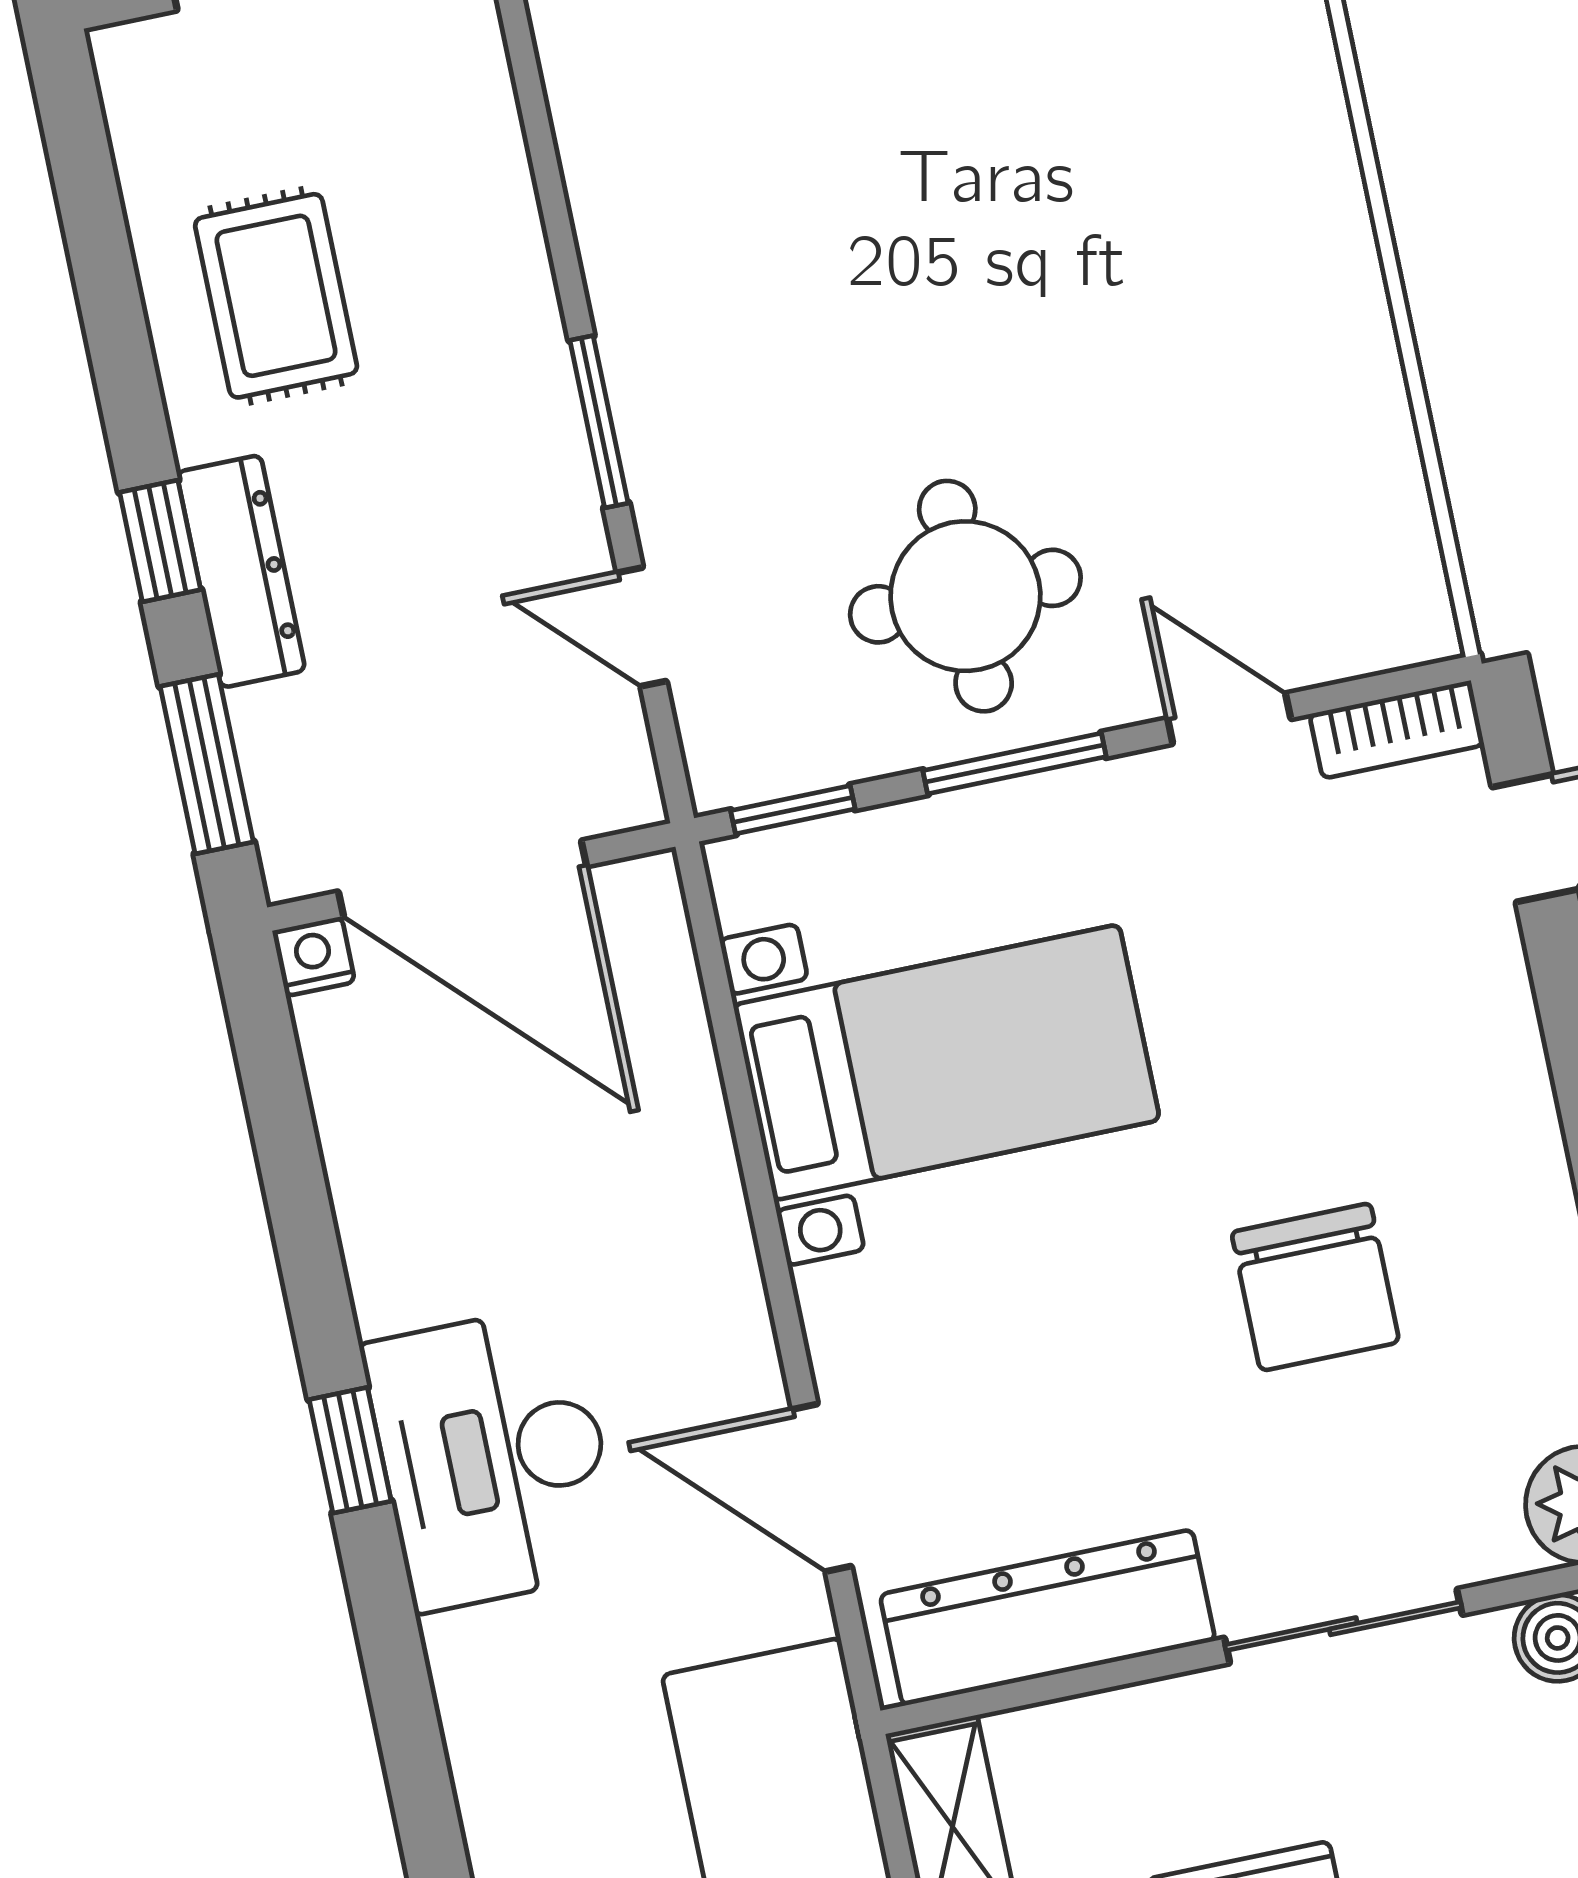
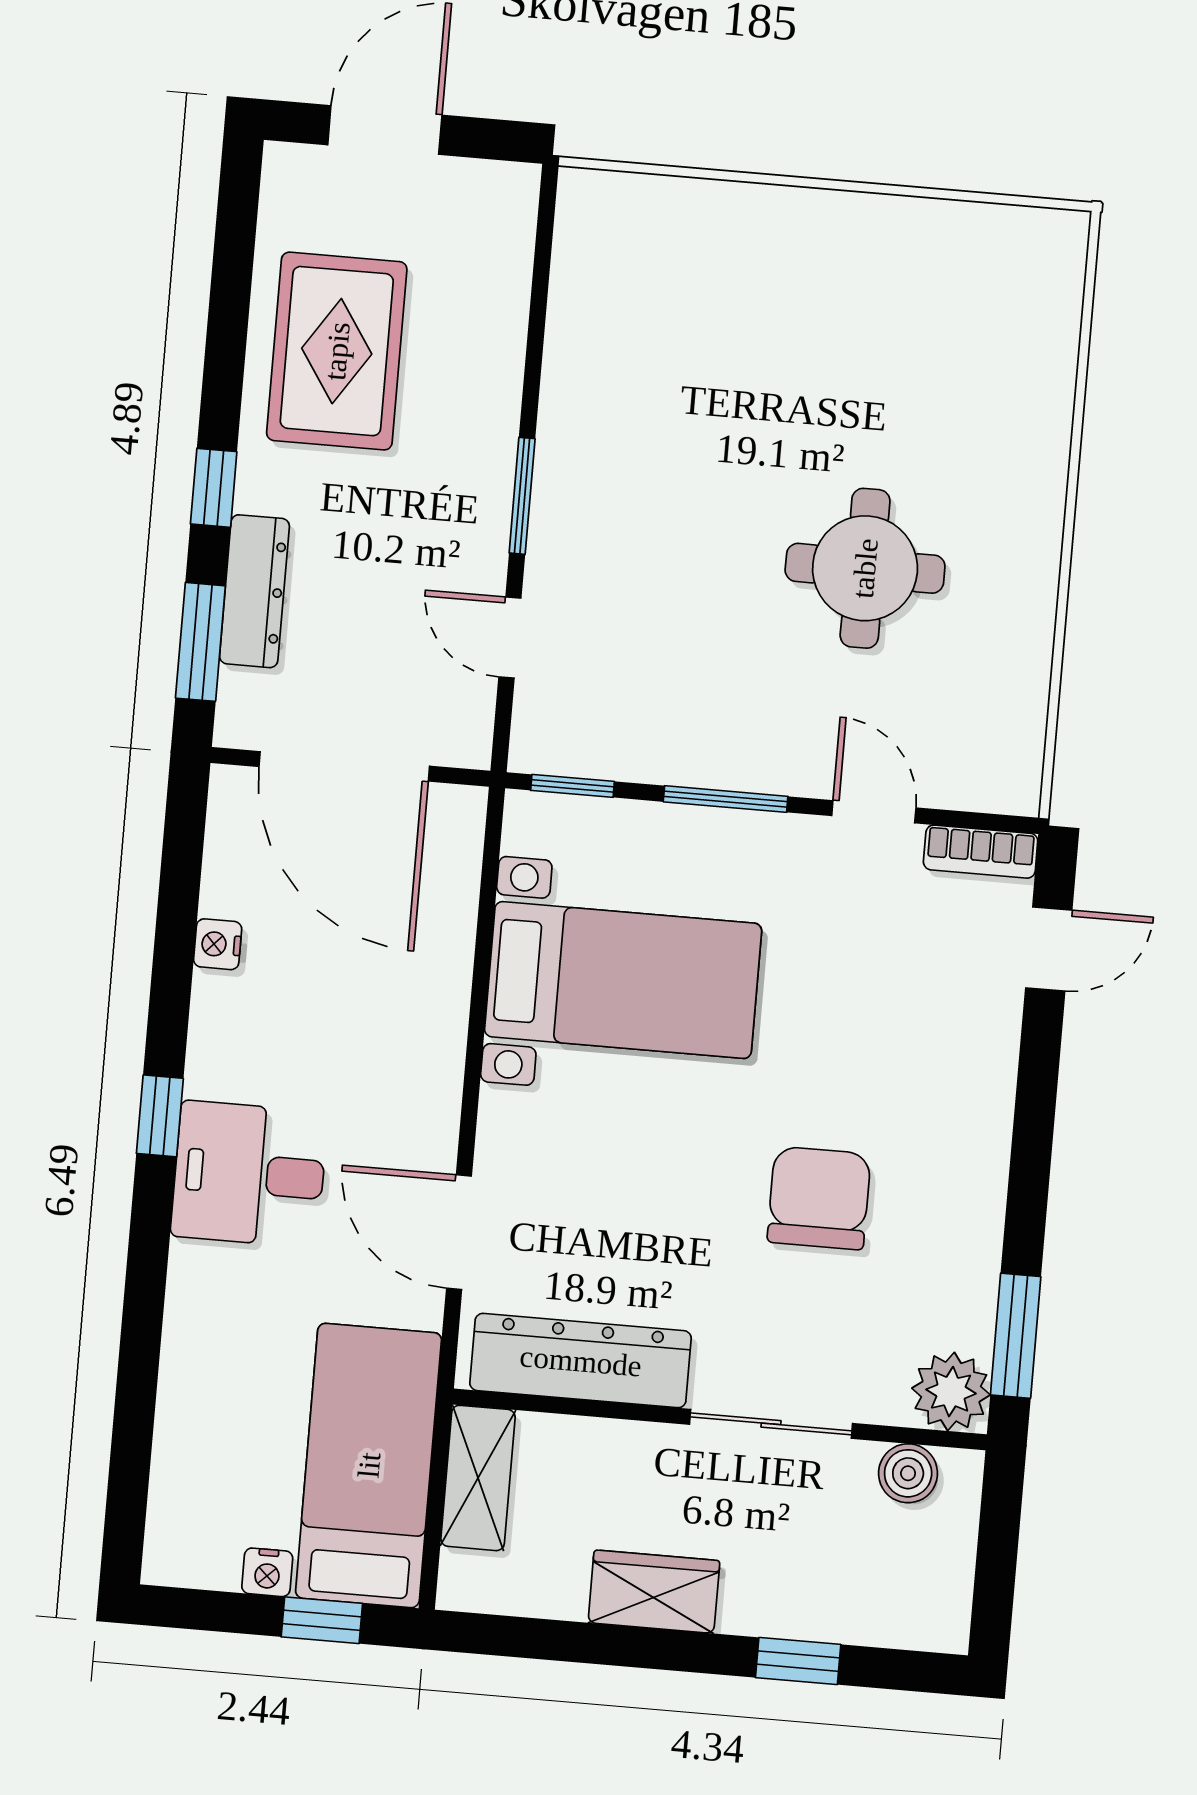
rug: (276, 296) -> (337, 351), width x1.36, depth x1.43
dresser: (241, 571) -> (254, 591), moved
round table: (965, 596) -> (865, 568), moved
nightstand: (314, 956) -> (218, 944), moved, turned -90
chair: (1315, 1287) -> (819, 1198), turned 180
desk: (493, 1458) -> (249, 1174), width x0.73

